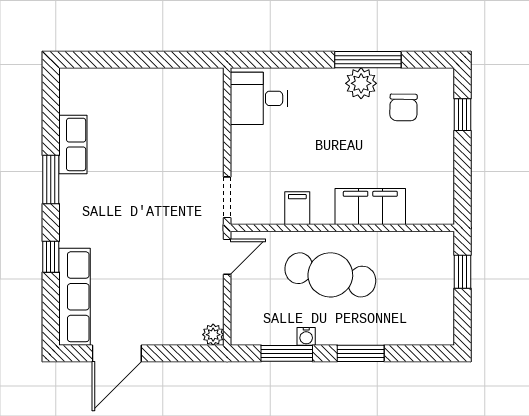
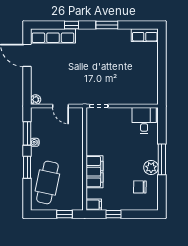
window: (368, 60) -> (162, 159), moved
window: (463, 115) -> (113, 214), moved
row of seats: (73, 144) -> (145, 35), moved
filing cabinet: (297, 208) -> (94, 205), moved
door: (227, 257) -> (61, 106), moved
cafe table: (330, 275) -> (47, 182), moved

